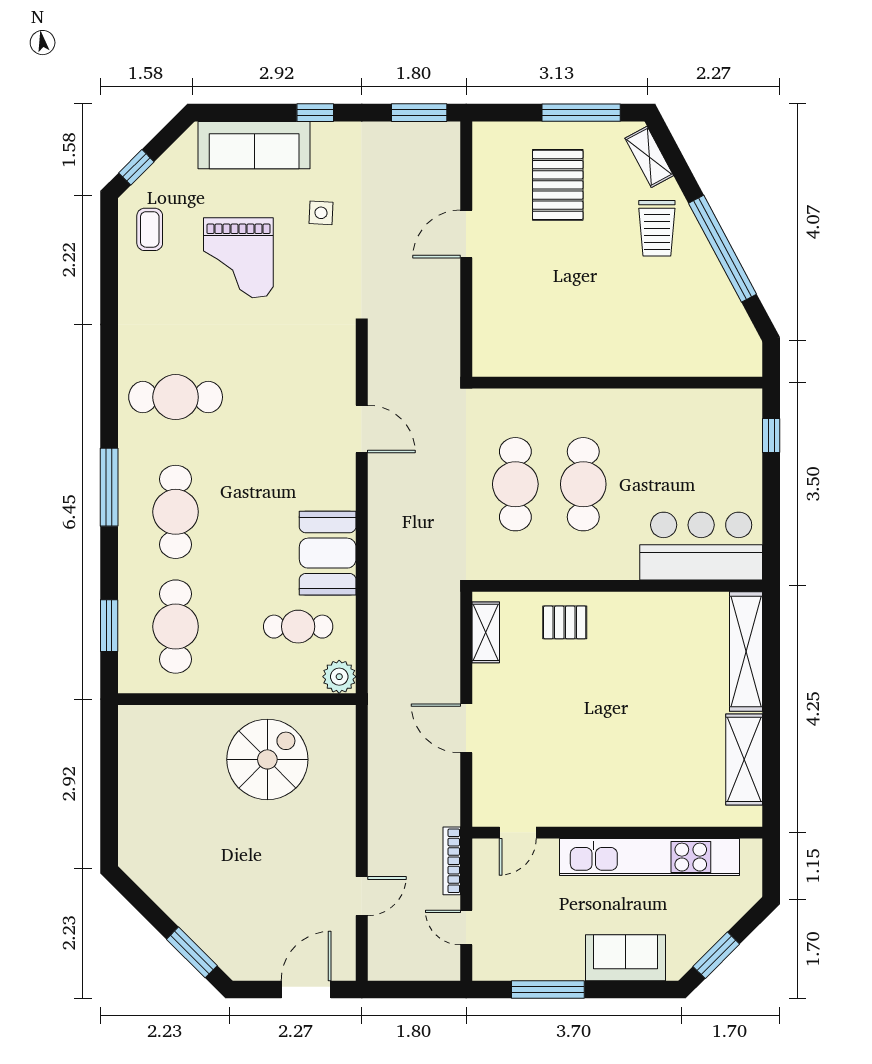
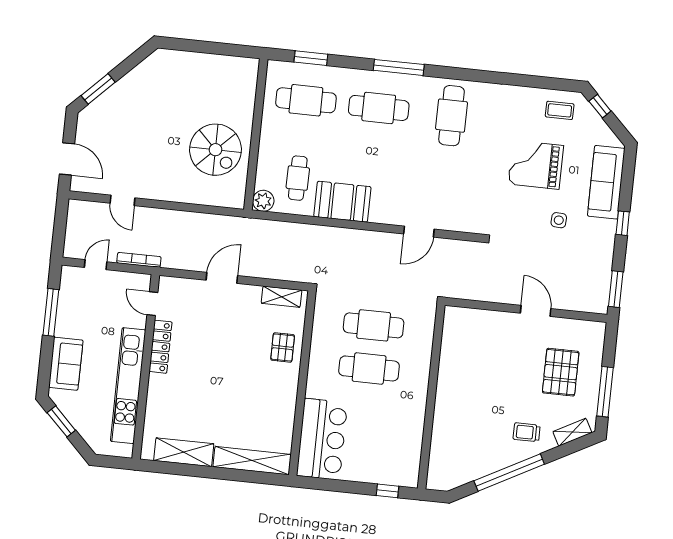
pallet: (558, 185) -> (561, 372), turned 90
trolley: (657, 228) -> (527, 432), width x0.73, depth x0.72
locker: (584, 813) -> (160, 347), added

